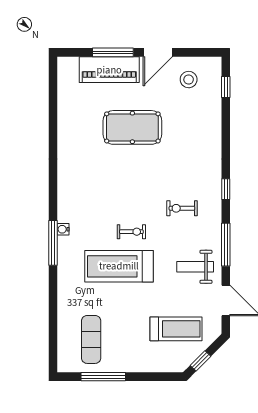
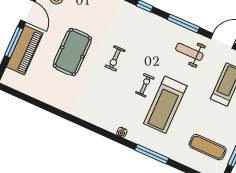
exercise bike: (182, 208) -> (115, 58), moved
window: (53, 243) -> (152, 154), moved
weight bench: (195, 267) -> (189, 52), turned 90

